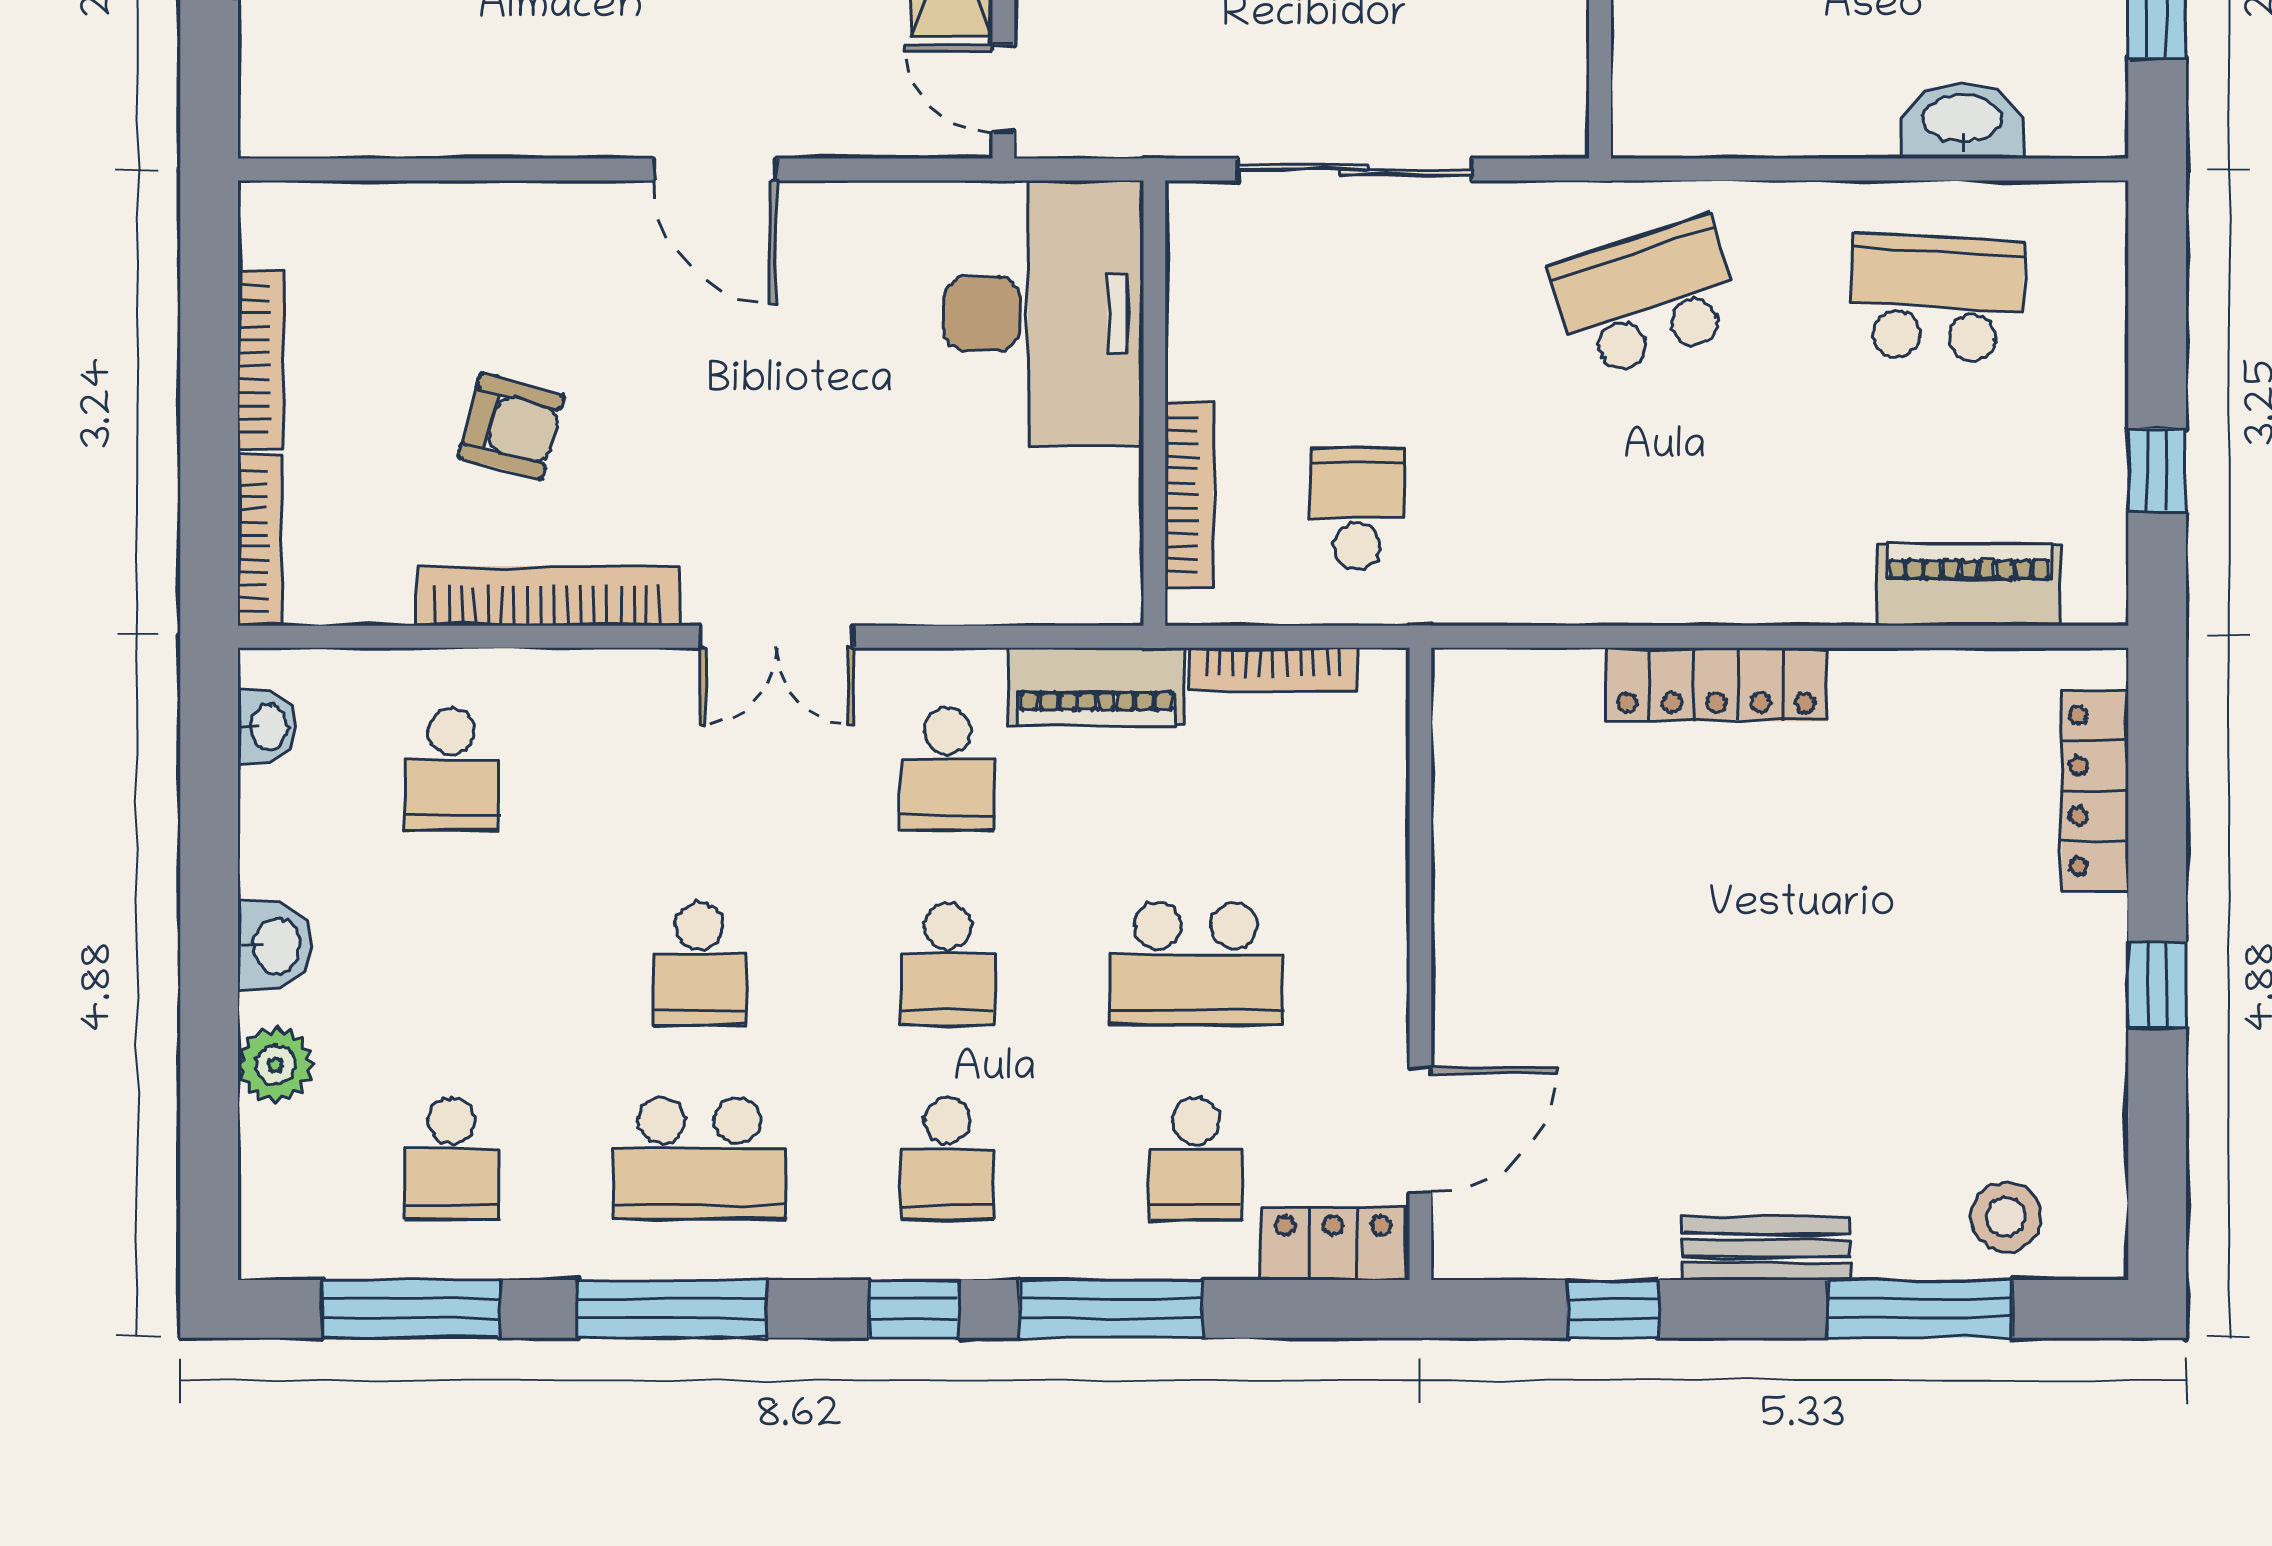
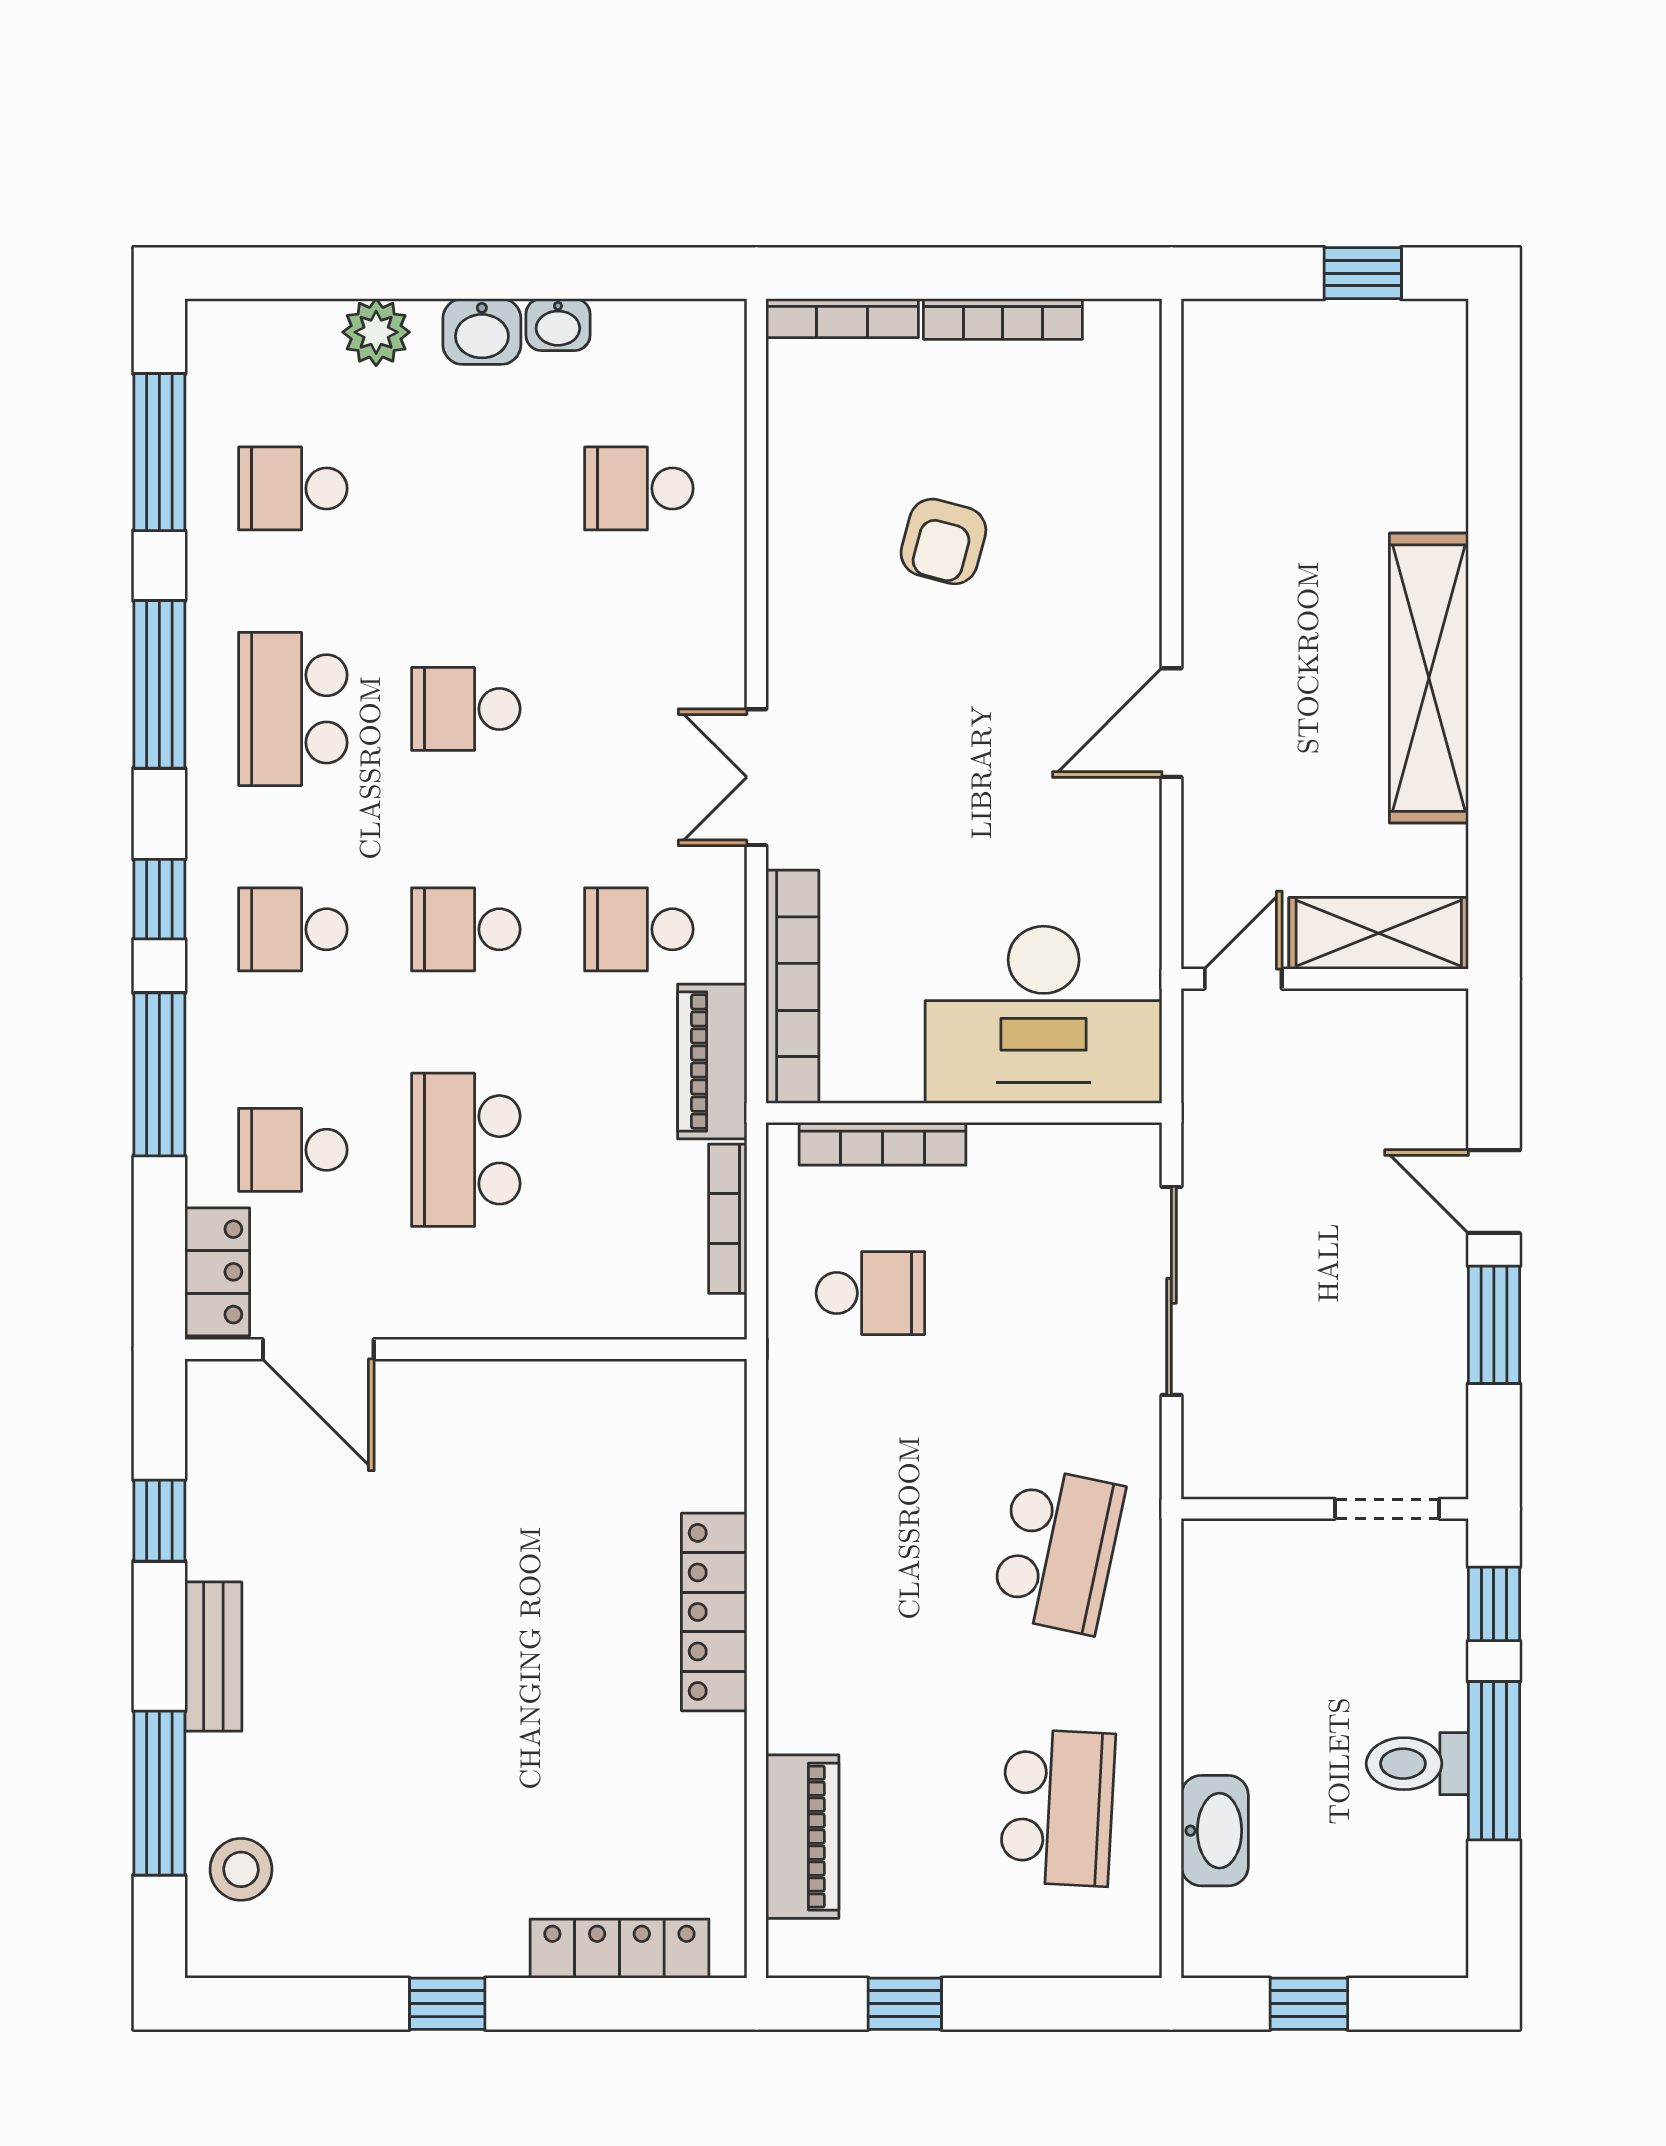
school desk: (1647, 298) -> (1058, 1550), turned 30
bookcase: (548, 596) -> (792, 987), moved
washbasin: (267, 727) -> (558, 325), moved

